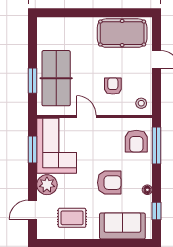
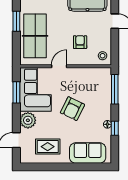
window: (33, 81) -> (16, 21), moved
door: (86, 117) -> (59, 66), hinge flipped
armchair: (136, 141) -> (99, 86), removed
armchair: (109, 183) -> (72, 109), moved, turned 116
window: (157, 211) -> (115, 128), moved

